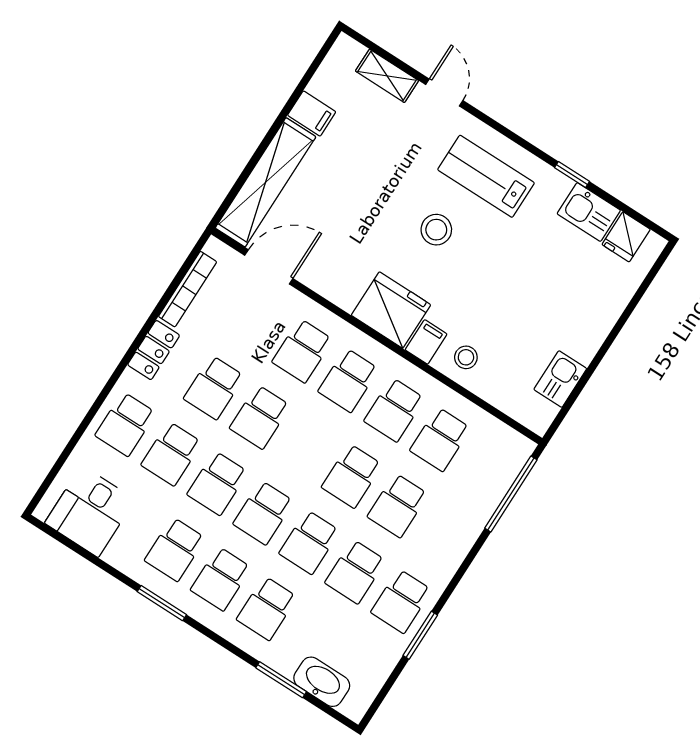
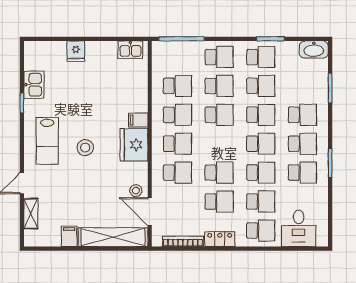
fridge: (626, 237) -> (76, 51), moved, turned 90
stool: (466, 357) -> (136, 191), moved
kitchen sink: (560, 379) -> (130, 50), moved
desk: (90, 511) -> (299, 228), moved, turned 90
school desk: (444, 535) -> (219, 57), added
washbasin: (322, 682) -> (314, 49), moved, turned -90

